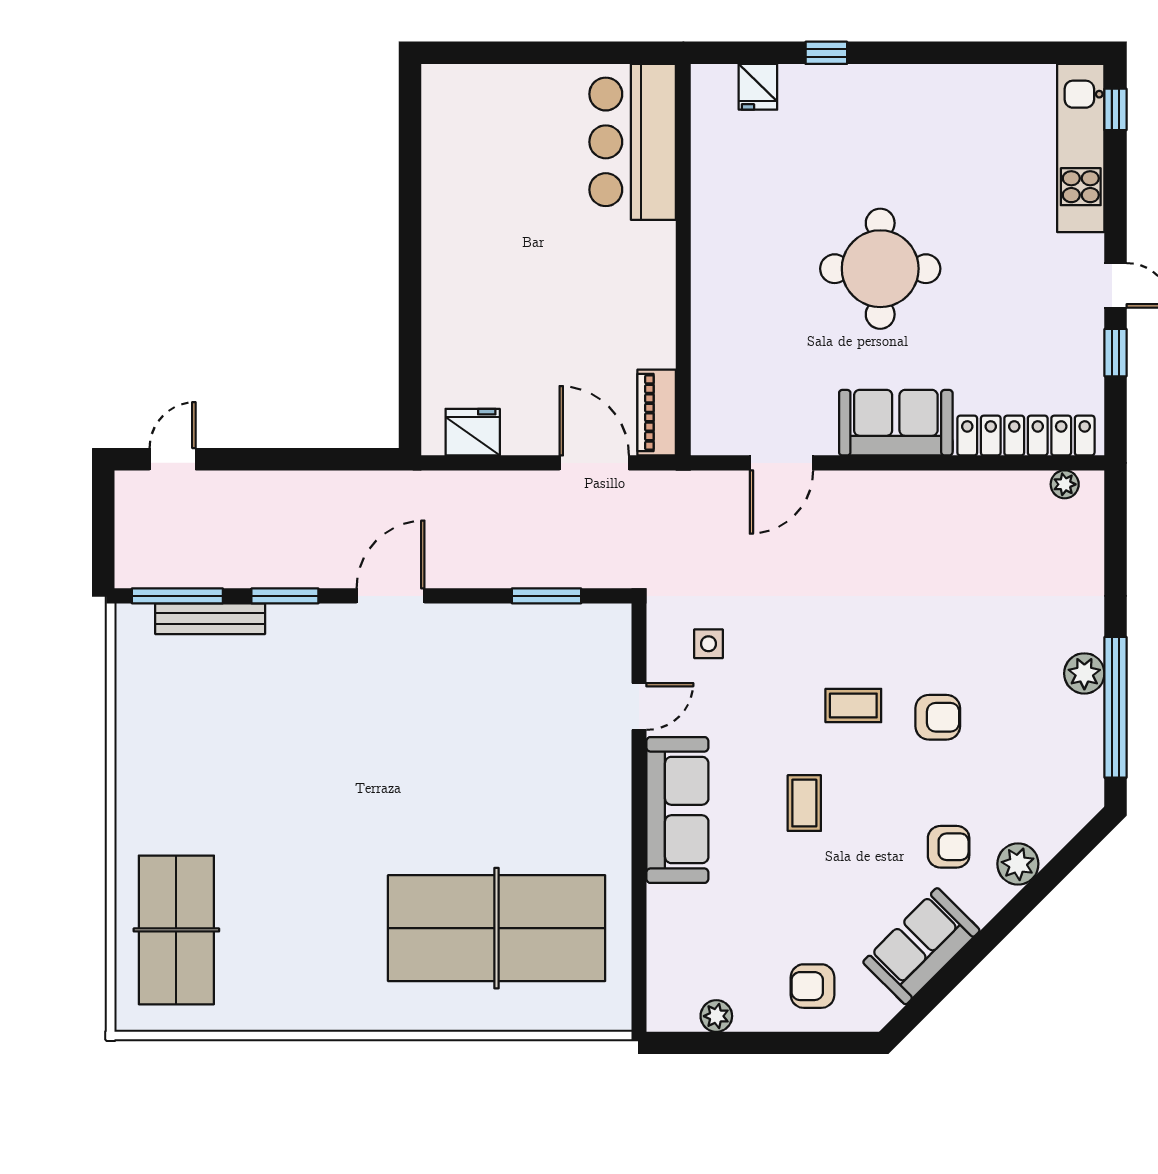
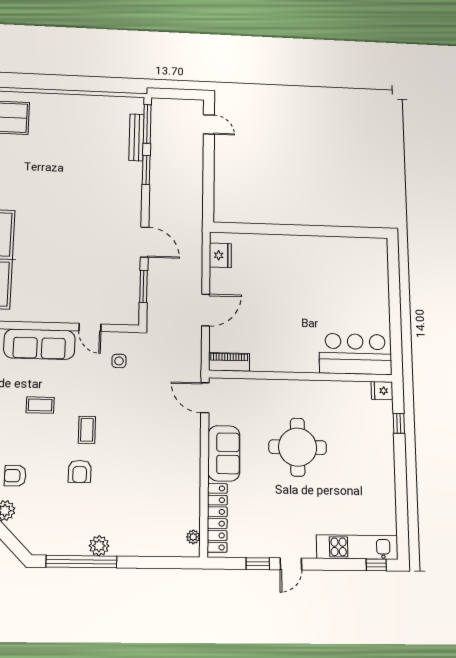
bar counter: (633, 142) -> (355, 354), moved
wall: (683, 260) -> (301, 376), moved
piano: (657, 413) -> (229, 362), moved
door: (391, 596) -> (145, 242), moved
armchair: (949, 847) -> (15, 476), turned 90

